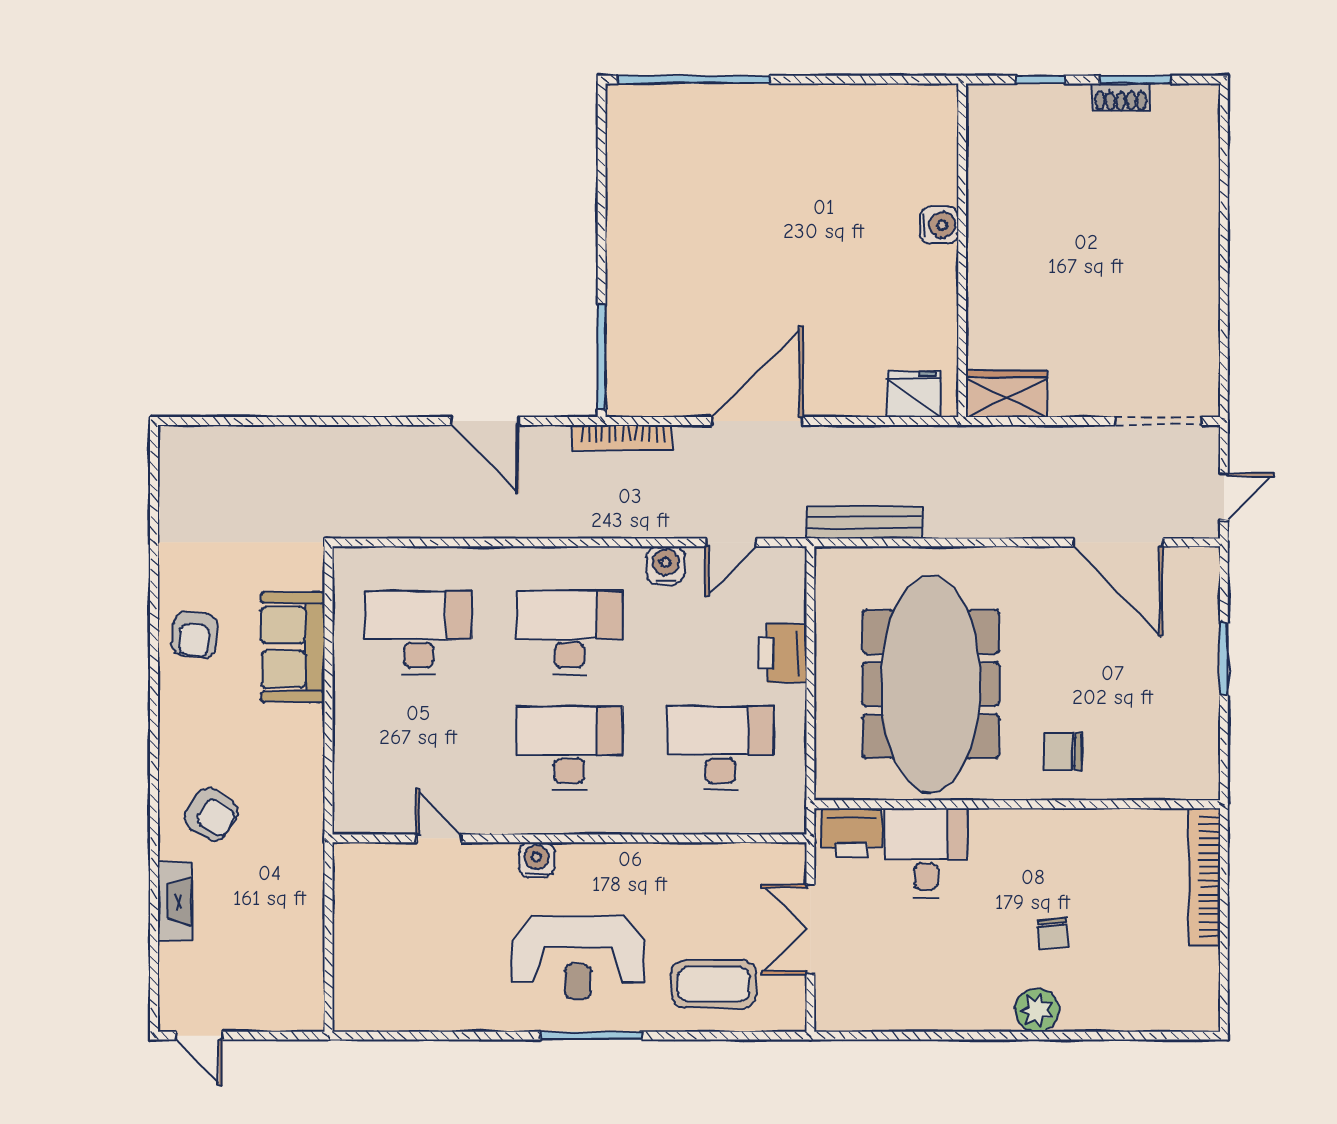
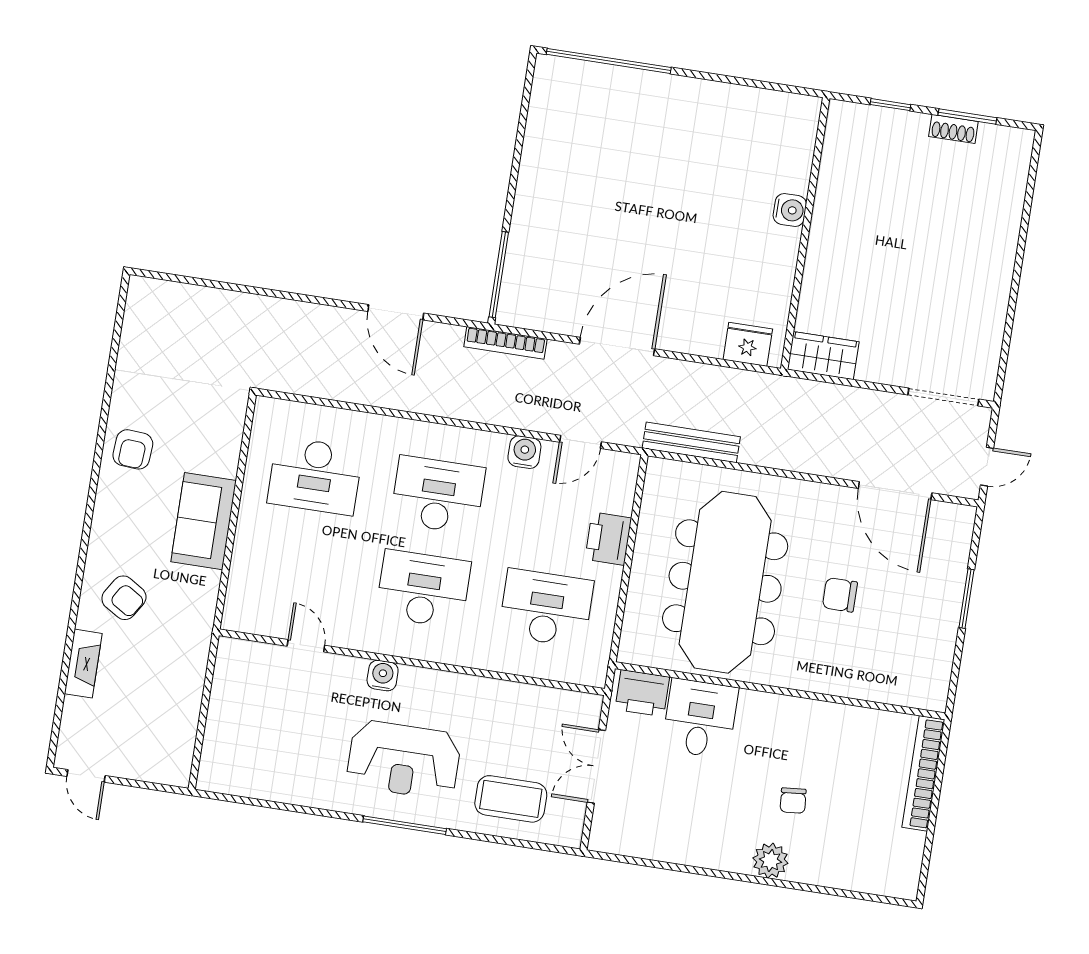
desk: (418, 633) -> (315, 476), turned 180
sofa: (293, 647) -> (204, 521), moved
chair: (1063, 751) -> (840, 595), moved

